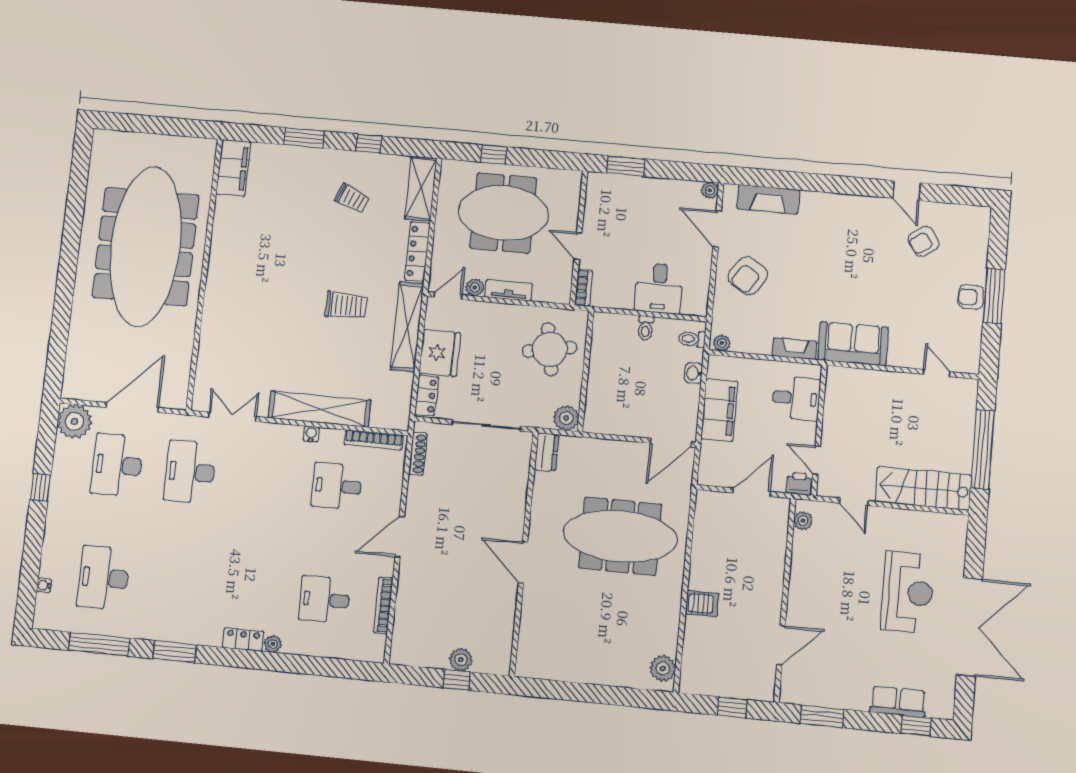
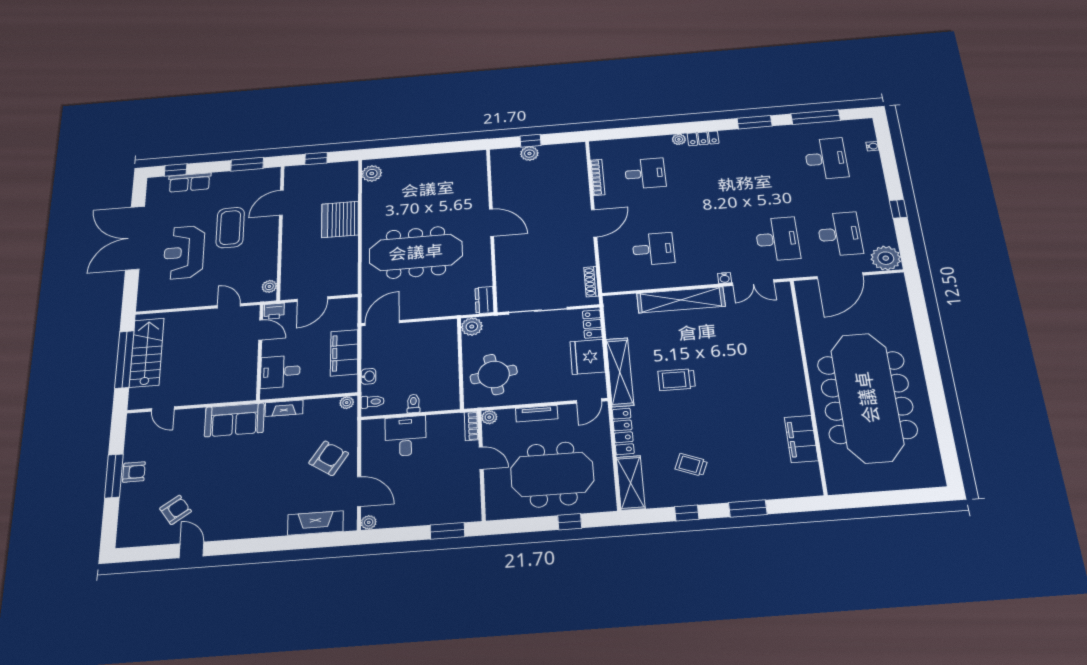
filing cabinet: (233, 168) -> (801, 439), moved
plant: (475, 287) -> (489, 417), moved
water cooler: (311, 434) -> (725, 278), moved
bookcase: (374, 440) -> (630, 286), removed
stairs: (923, 488) -> (147, 352), moved, turned -90
server rack: (702, 604) -> (340, 219), width x2.18, depth x1.44
coffee table: (848, 619) -> (230, 228), added

